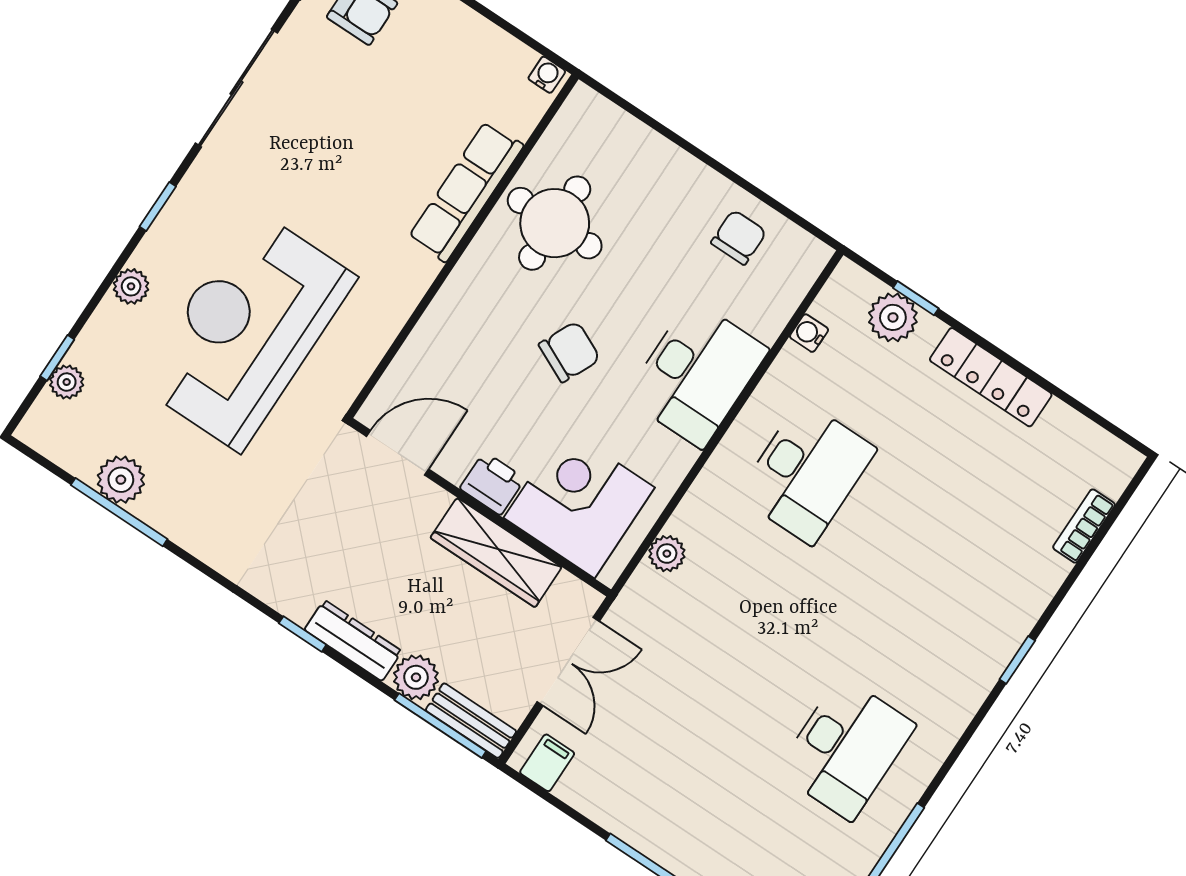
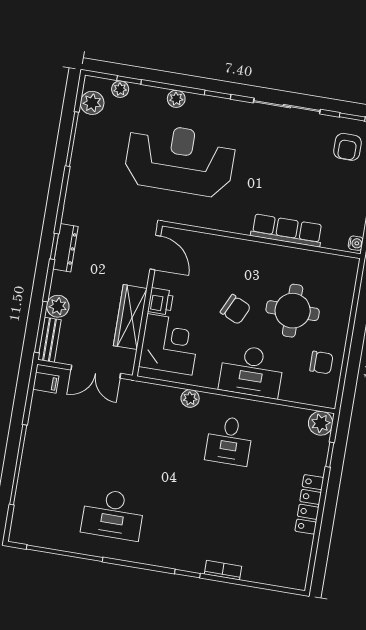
round table: (555, 223) -> (293, 311), moved
plant: (893, 317) -> (321, 423), moved
water cooler: (809, 333) -> (292, 414), removed
desk: (807, 472) -> (229, 441), width x0.73
plant: (121, 480) -> (92, 103), moved
bookcase: (1084, 526) -> (223, 570), moved
plant: (667, 554) -> (190, 398), moved
dresser: (353, 640) -> (65, 248), moved

